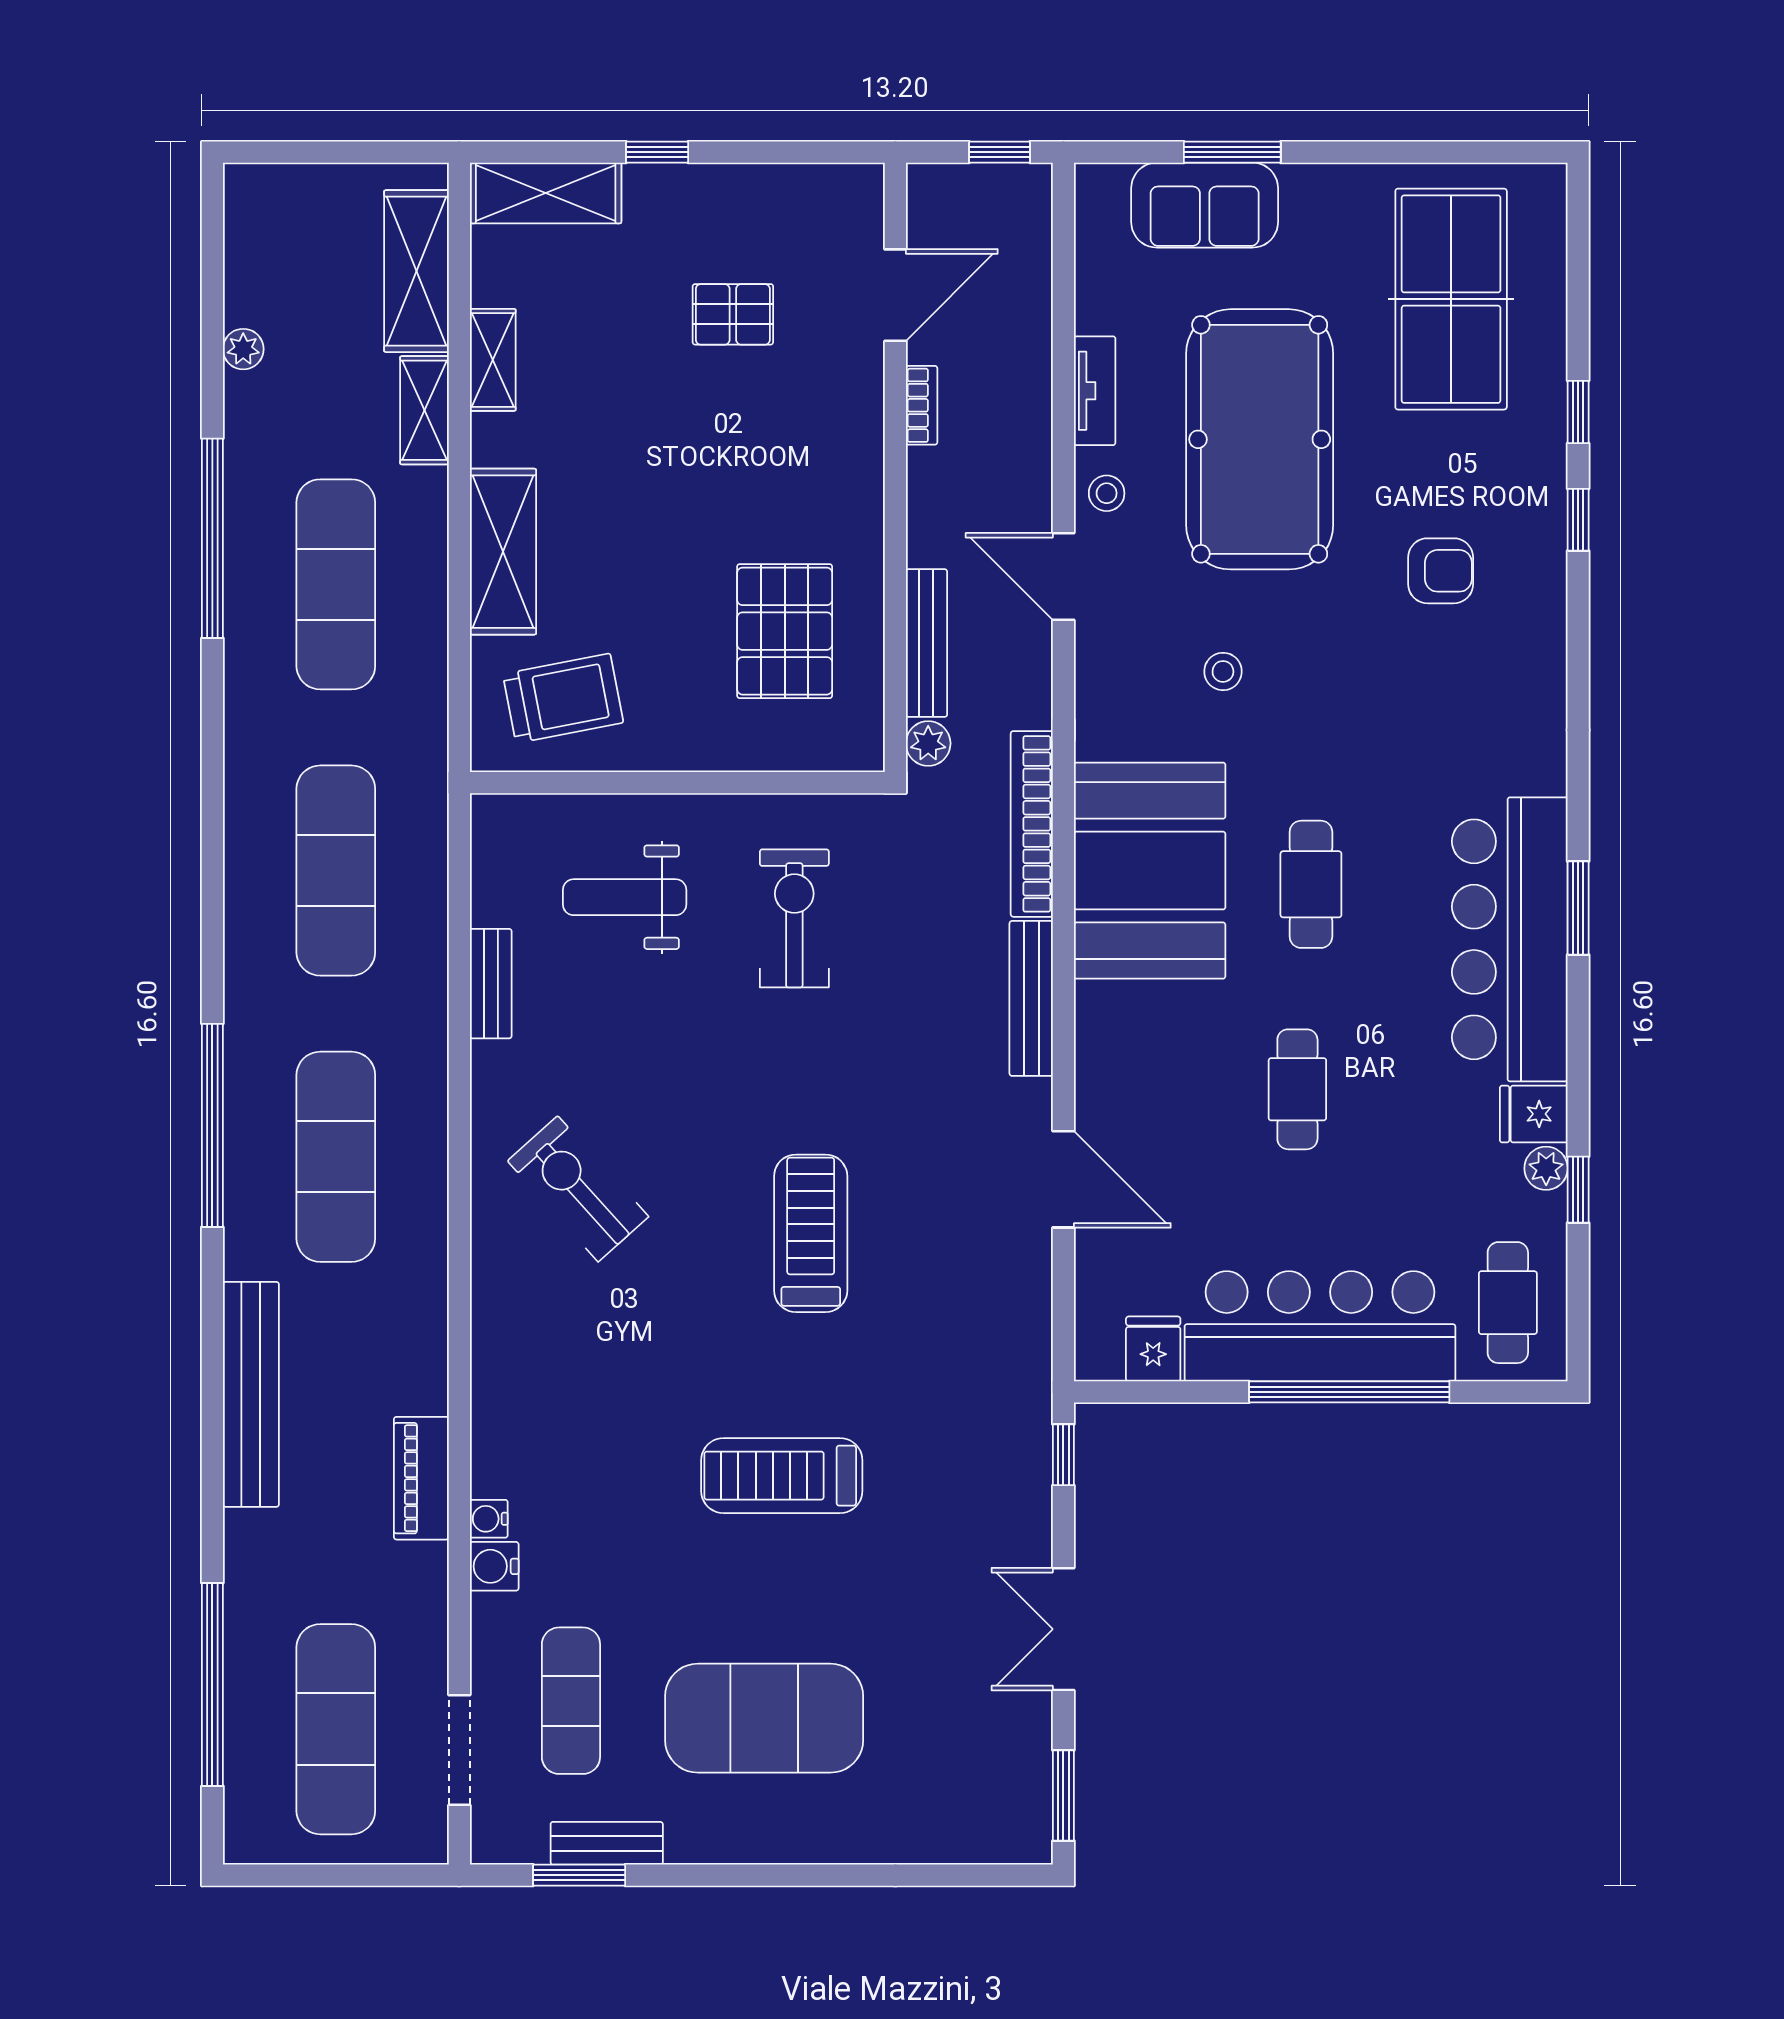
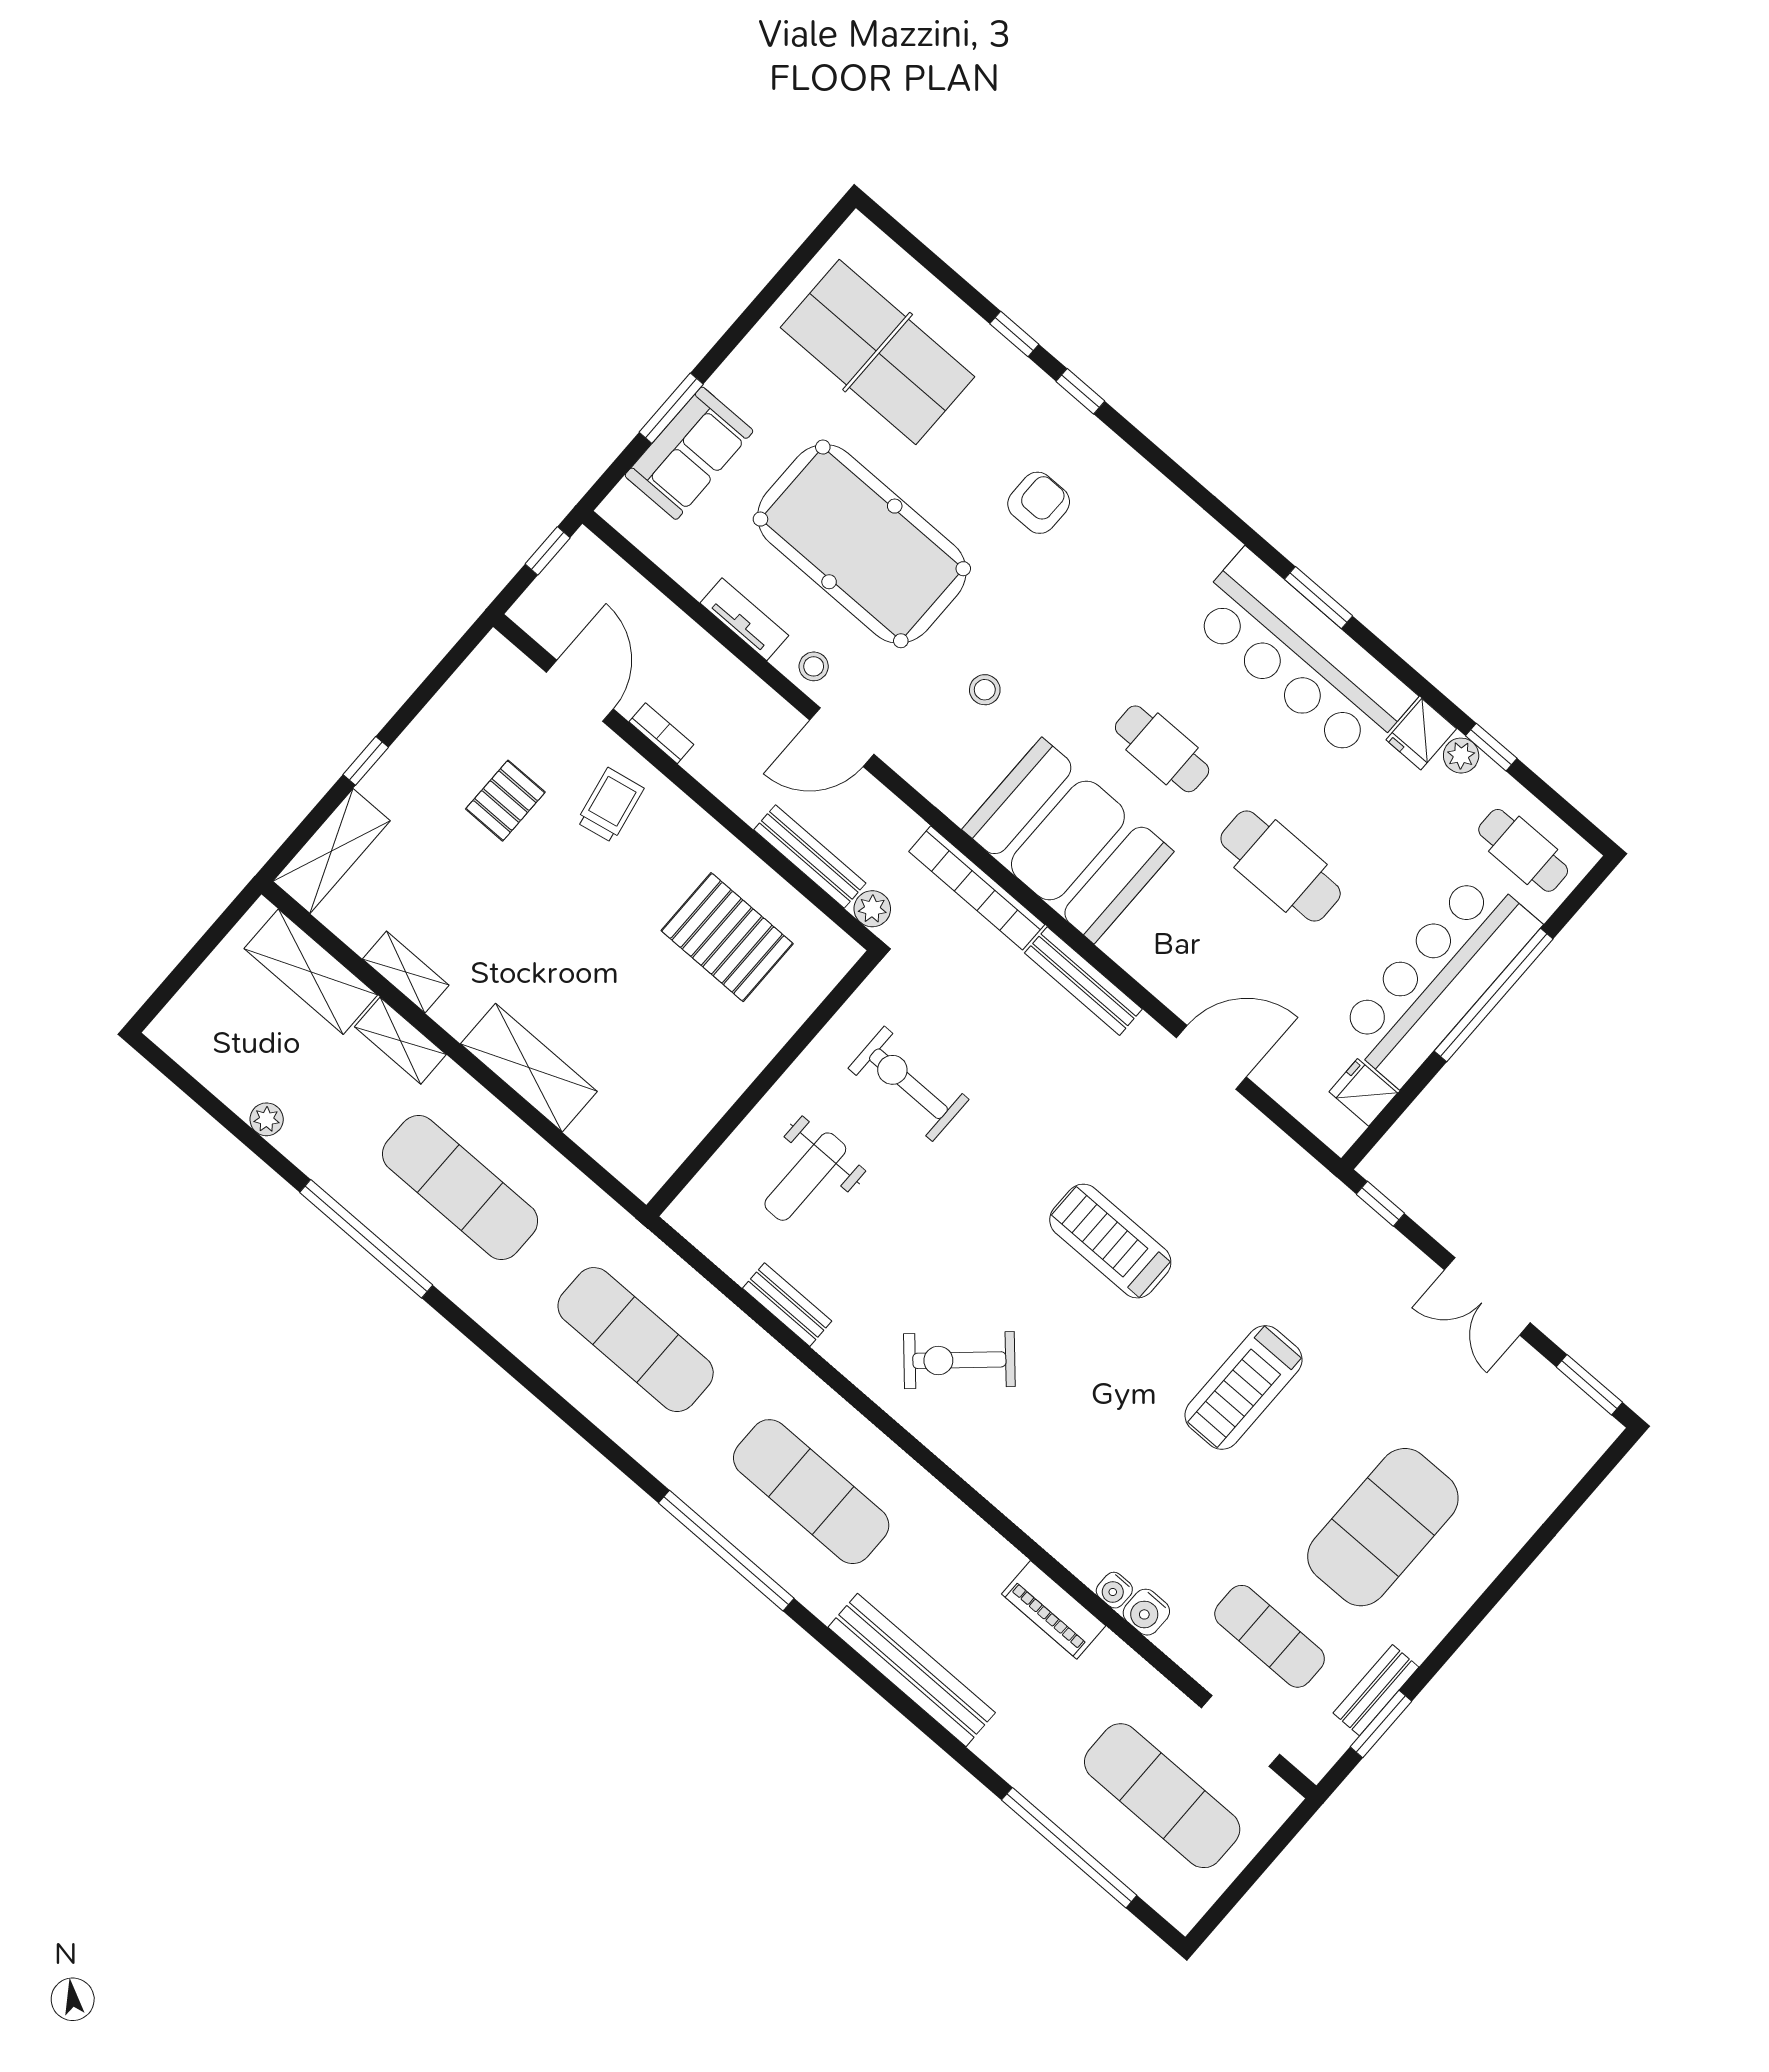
trolley: (563, 698) -> (610, 805), moved, width x0.73, depth x0.72
cafe table: (1297, 1089) -> (1281, 866), width x1.37, depth x1.35

